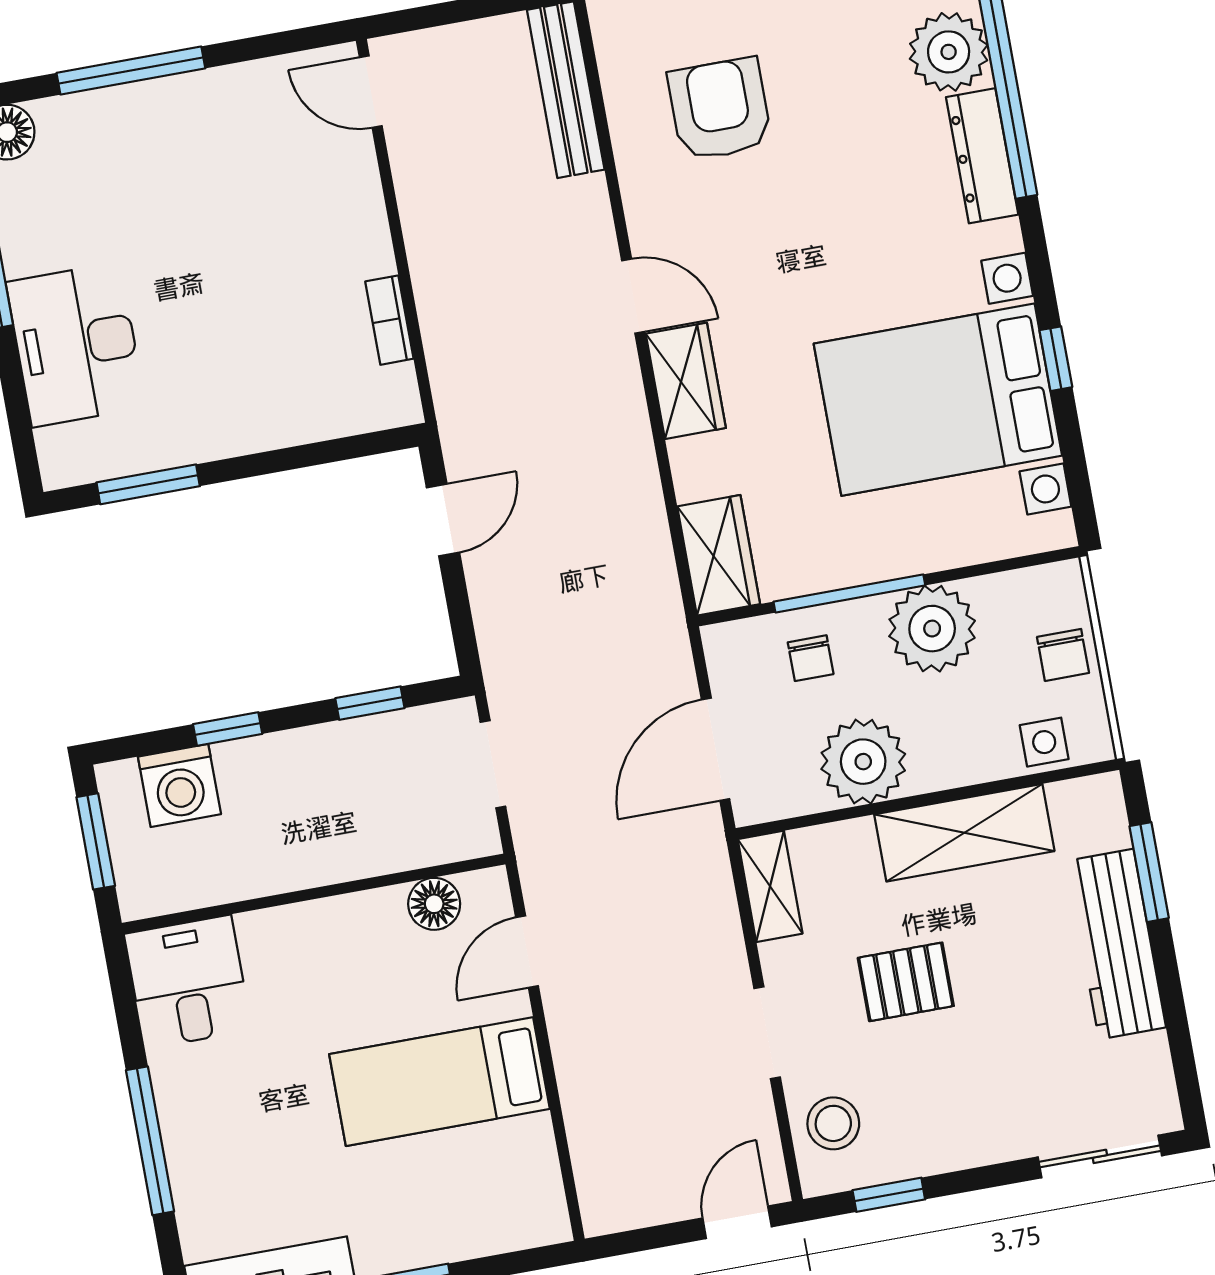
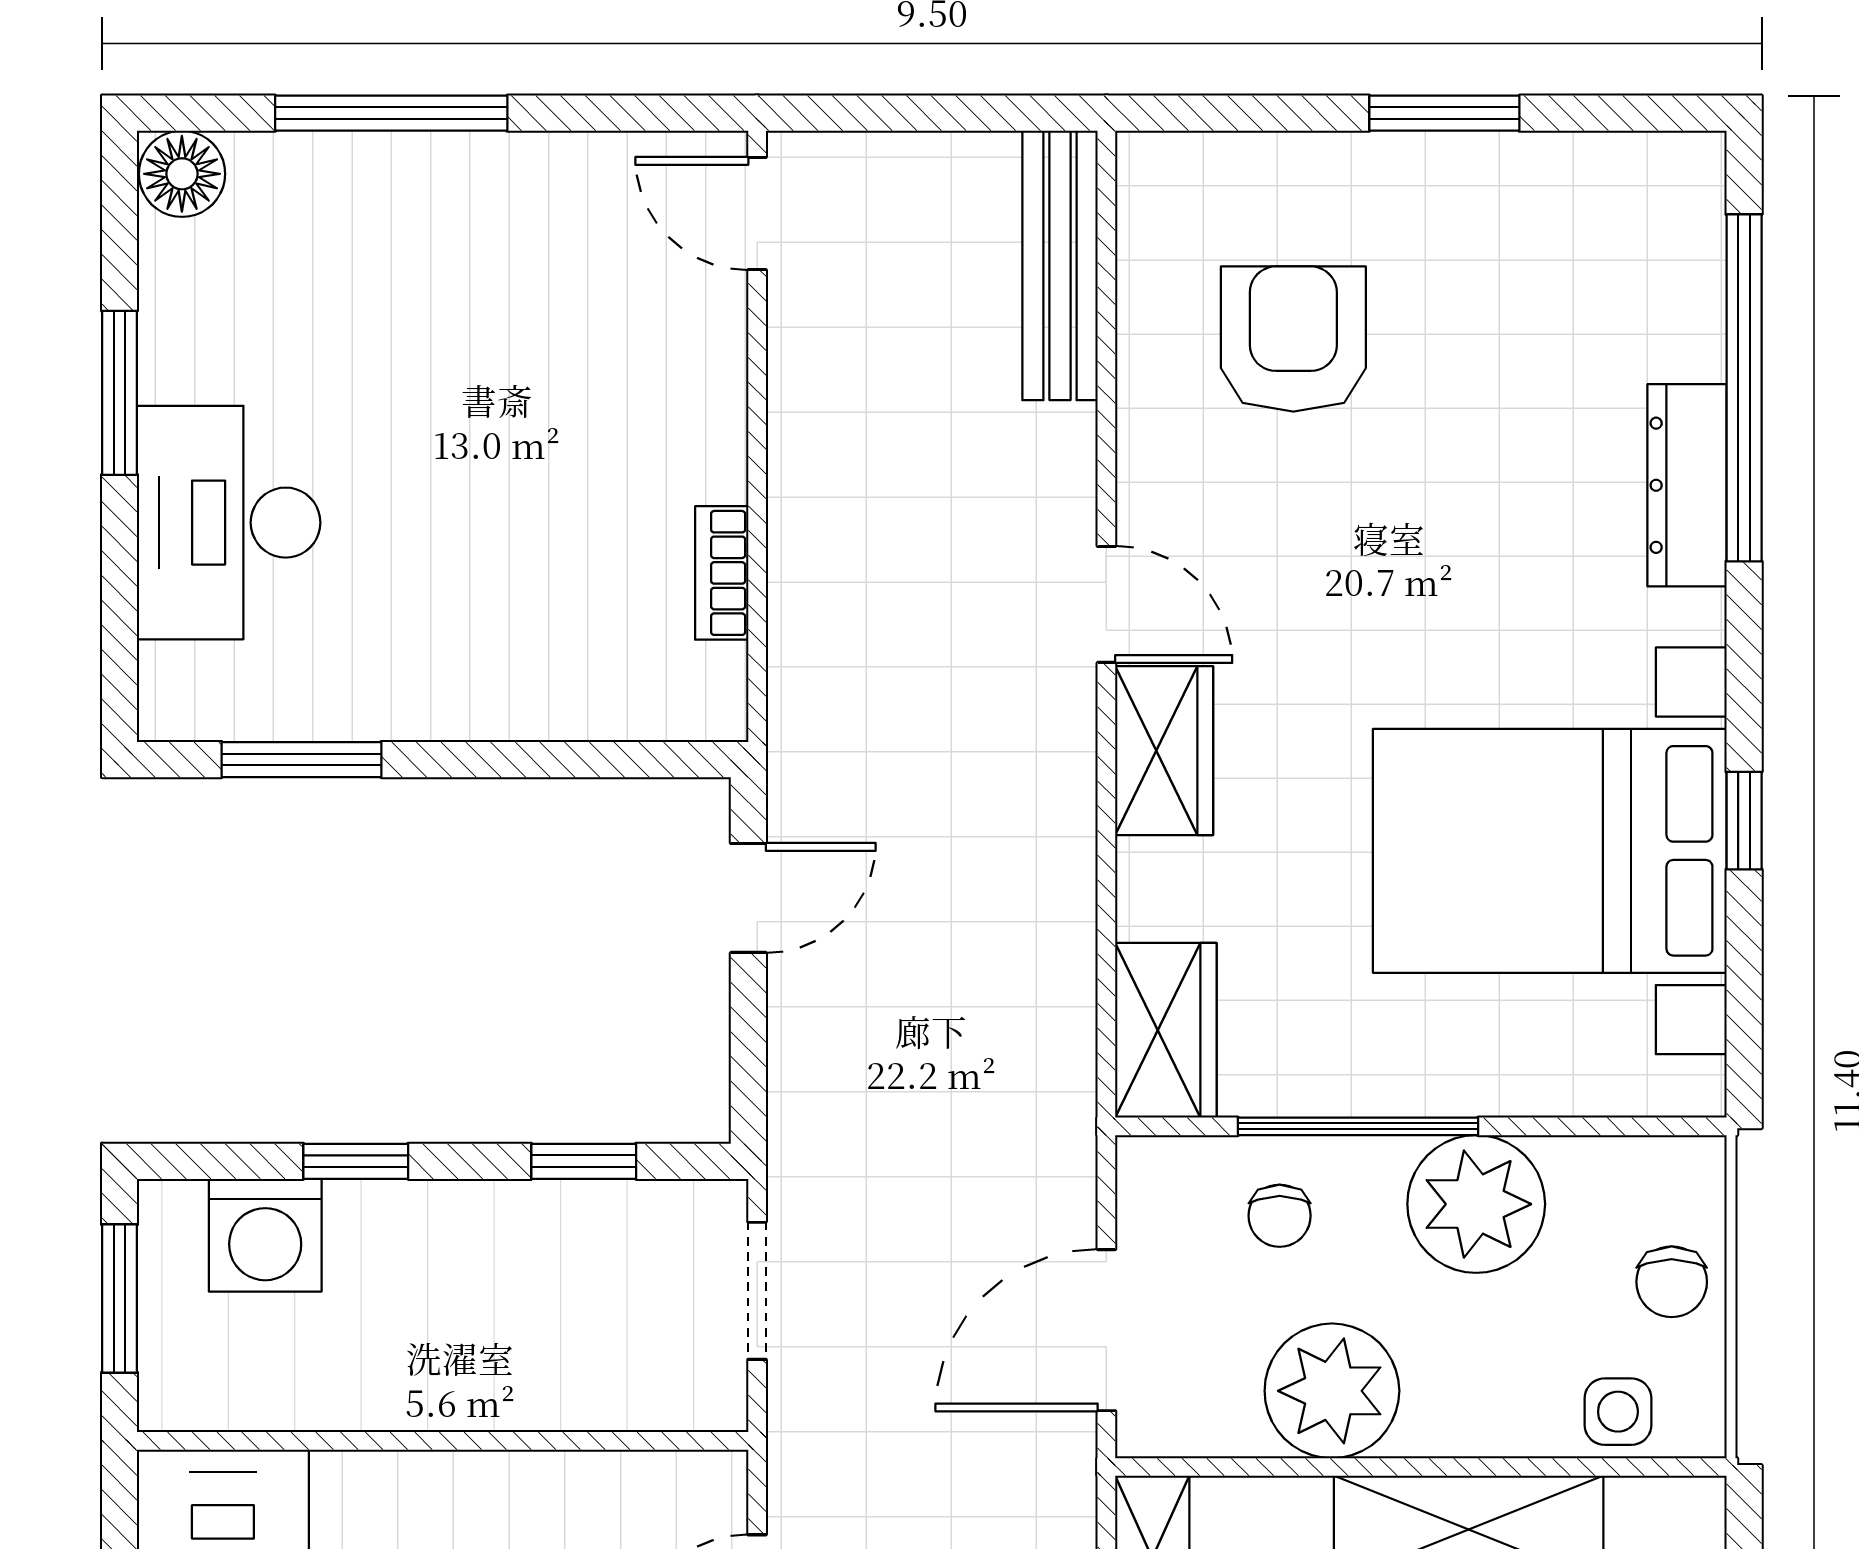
plant: (949, 52) -> (1664, 315), removed
floor lamp: (434, 904) -> (627, 1490), removed

